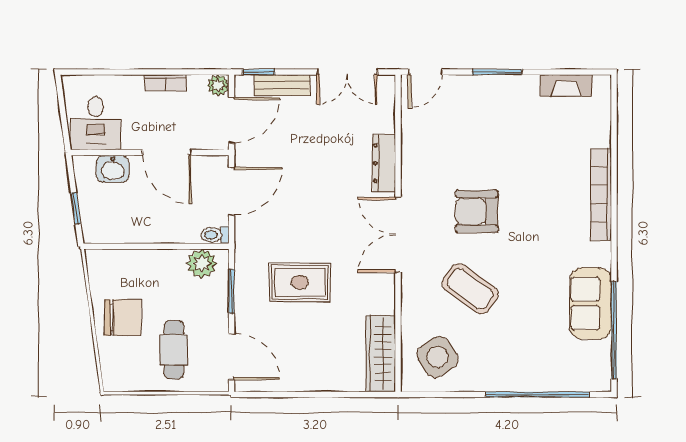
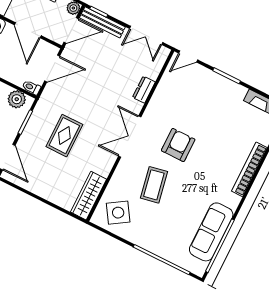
bench: (282, 85) -> (102, 22), width x1.36
dresser: (384, 163) -> (144, 90), width x0.70
armchair: (477, 211) -> (178, 145), turned 90
rug: (300, 282) -> (64, 136), turned 90
coffee table: (470, 289) -> (154, 185), turned 43
sofa: (591, 303) -> (211, 232), width x1.36

